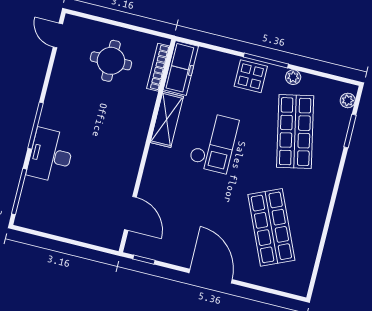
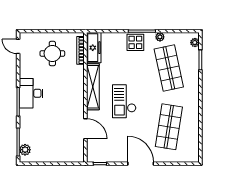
shelving: (167, 120) -> (93, 87), width x1.47
checkout: (214, 143) -> (124, 101), moved, turned 180
desk: (51, 155) -> (31, 93), moved
plant: (28, 207) -> (25, 150), added
door: (130, 213) -> (85, 129), moved
shop shelf: (271, 227) -> (169, 127), turned 33

